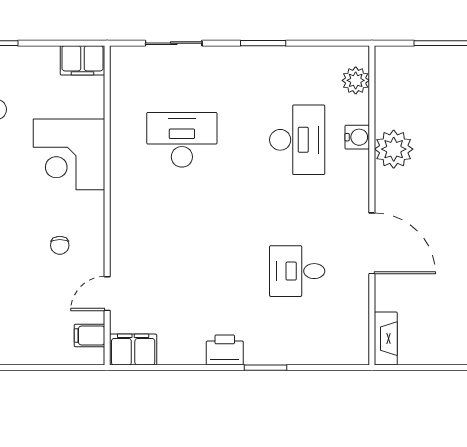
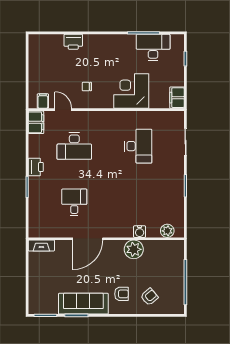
desk: (297, 140) -> (74, 146), moved

